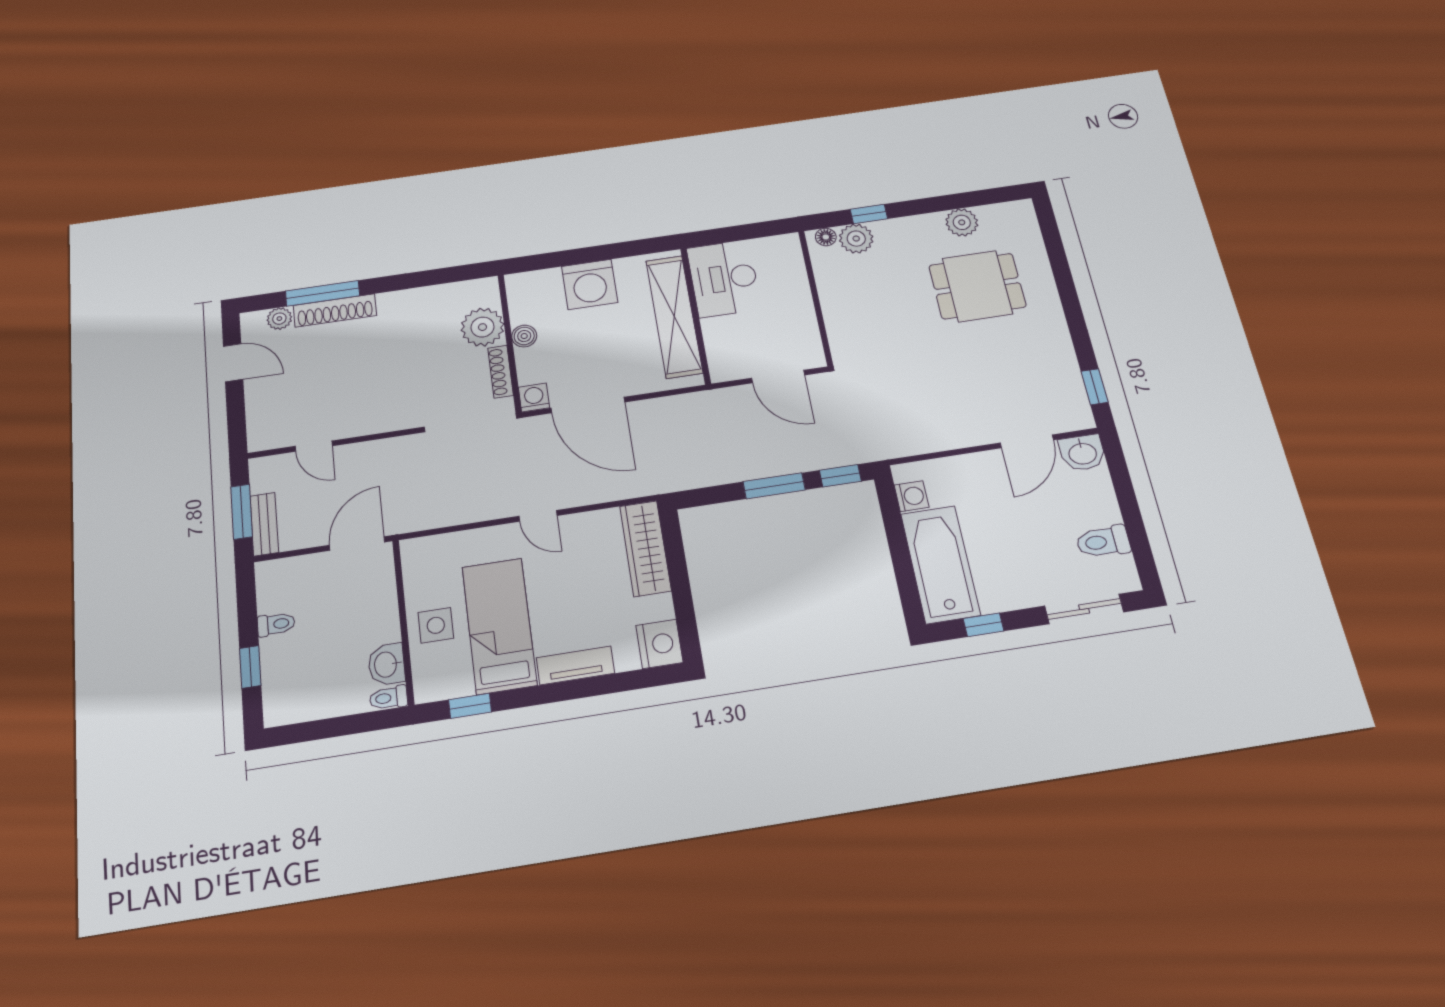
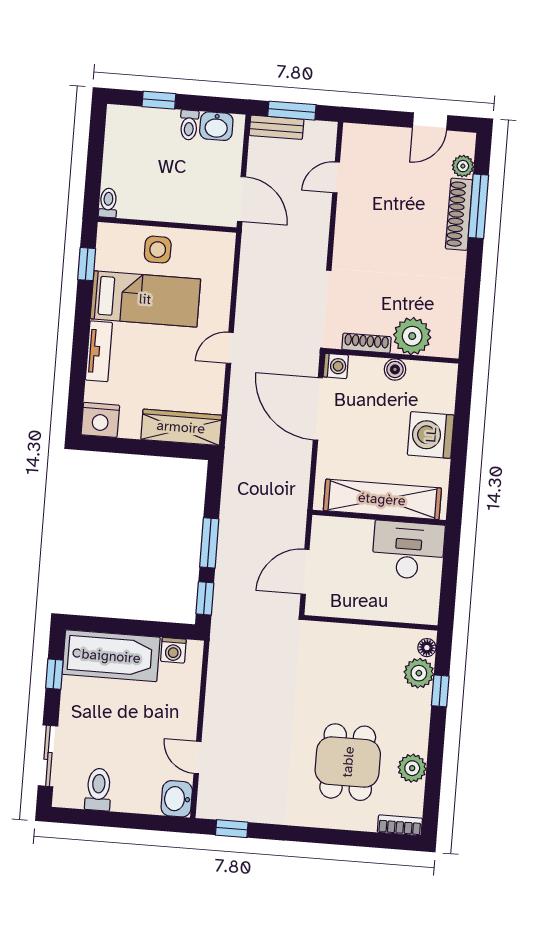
bookcase: (1028, 220) -> (400, 825), added
door: (588, 405) -> (318, 409), hinge flipped
door: (1027, 441) -> (198, 757), width x0.73
washbasin: (386, 664) -> (216, 126), moved, turned 180

